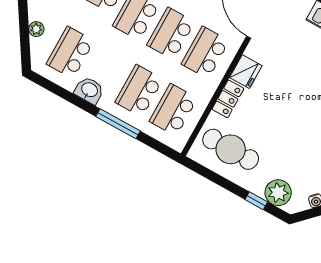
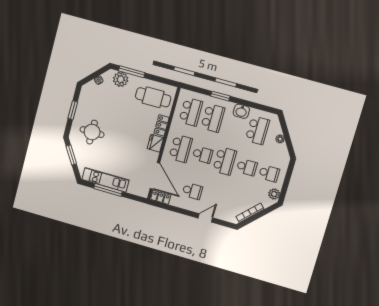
school desk: (171, 33) -> (203, 155), width x0.54
window: (118, 124) -> (220, 96), width x0.69
window: (256, 201) -> (132, 72), width x2.17

